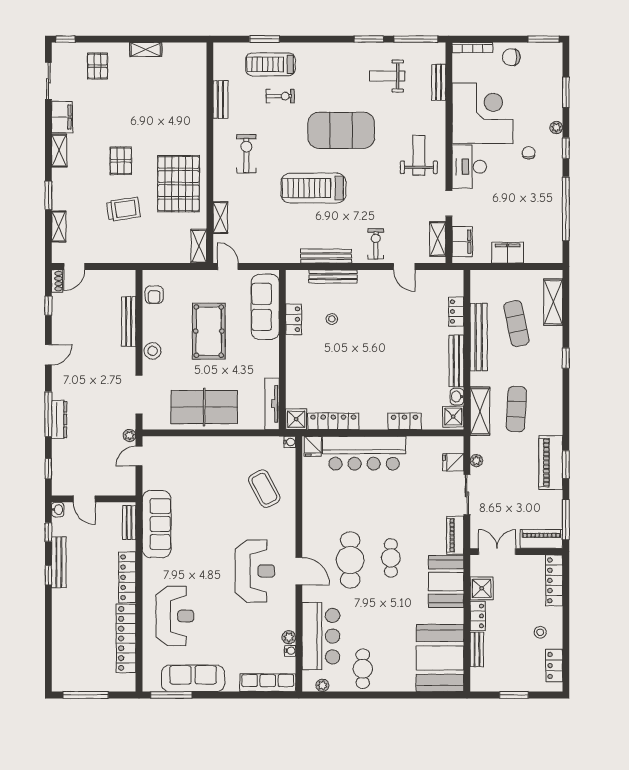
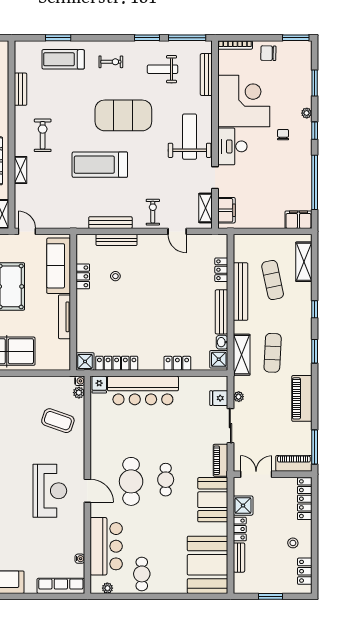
bench: (439, 82) -> (206, 75), width x1.36
exercise bike: (280, 96) -> (111, 62), moved
weight bench: (419, 155) -> (190, 137), width x1.36, depth x1.33
shelving: (220, 218) -> (20, 170), moved
filing cabinet: (508, 253) -> (298, 220), moved
tv unit: (272, 404) -> (65, 317), moved
window: (566, 465) -> (315, 351), moved
coffee table: (264, 489) -> (58, 421), turned -43
plant: (289, 637) -> (79, 393), moved

